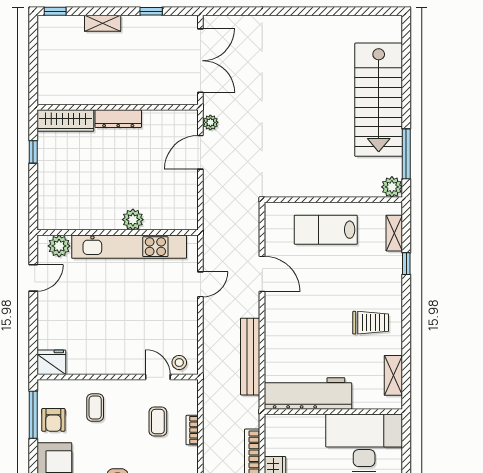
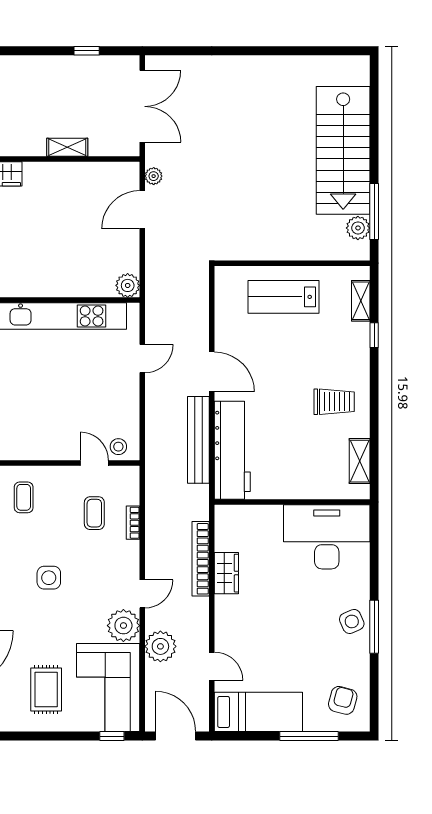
shelving: (103, 23) -> (67, 147), moved
dresser: (118, 119) -> (50, 172), removed
plant: (392, 187) -> (358, 228), moved
plant: (133, 220) -> (128, 285), moved
door: (262, 274) -> (212, 372), moved
workbench: (308, 393) -> (232, 450), moved, turned 90

